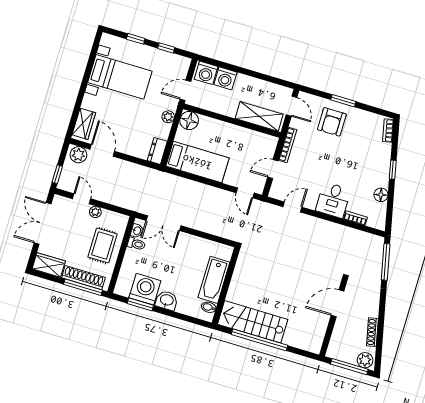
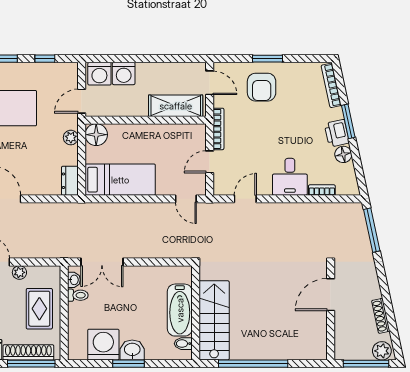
bookcase: (388, 131) -> (331, 85), width x1.56
window: (393, 170) -> (348, 121), width x1.50
printer: (381, 176) -> (337, 133), added
window: (140, 304) -> (128, 364), moved
stairs: (253, 322) -> (214, 320), moved, turned 90

